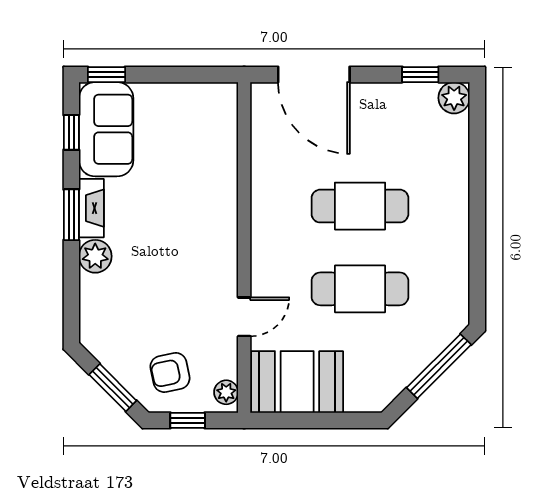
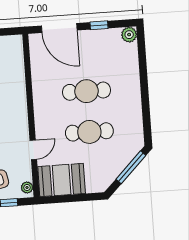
window: (420, 75) -> (99, 25), moved

